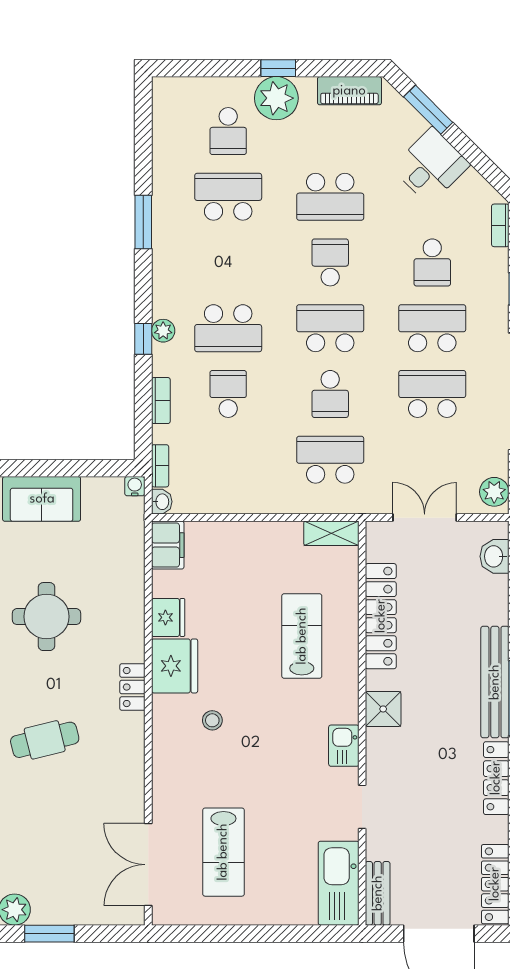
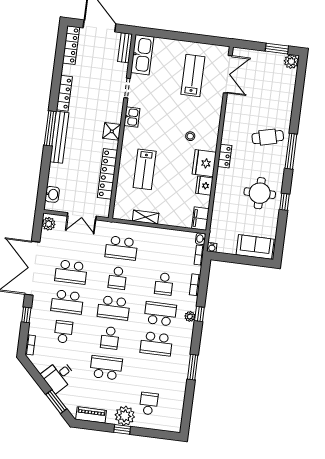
school desk: (228, 197) -> (156, 344), moved
school desk: (330, 394) -> (118, 278), turned 180
shelving: (331, 533) -> (146, 217), moved

